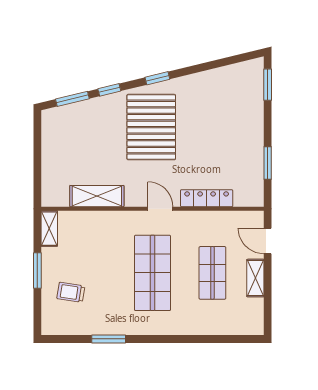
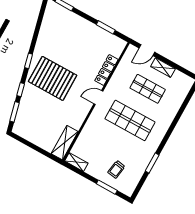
shelving: (97, 196) -> (65, 143), moved
window: (37, 271) -> (107, 187), moved

